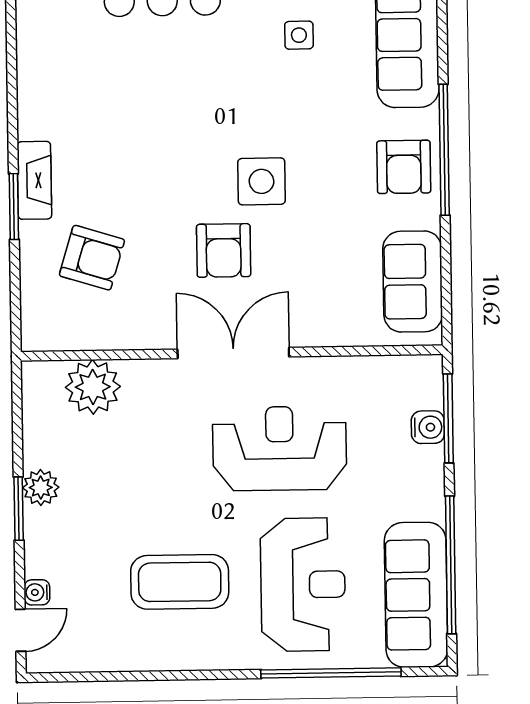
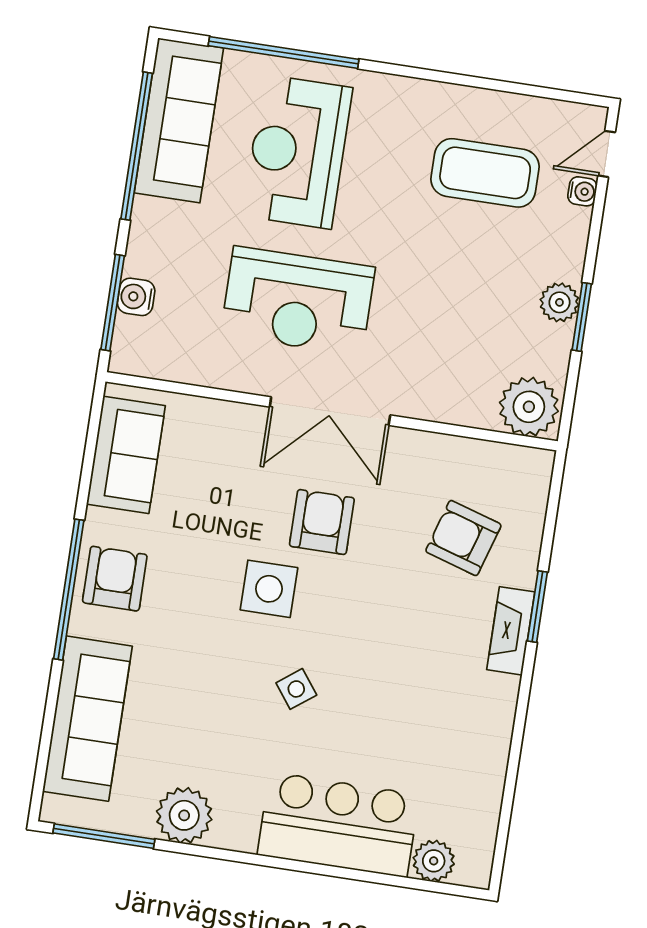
side table: (299, 35) -> (296, 689), moved, turned -37
plant: (93, 387) -> (529, 407), moved
window: (19, 509) -> (582, 317), moved
coffee table: (180, 582) -> (485, 173), moved

